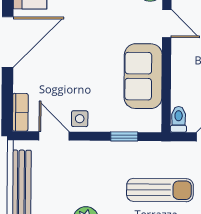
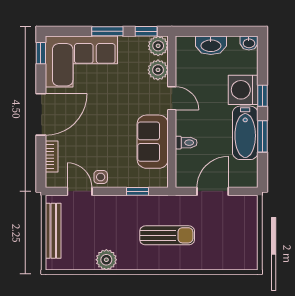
bookcase: (20, 112) -> (52, 157), moved
toilet: (179, 119) -> (186, 143), moved, turned 90

